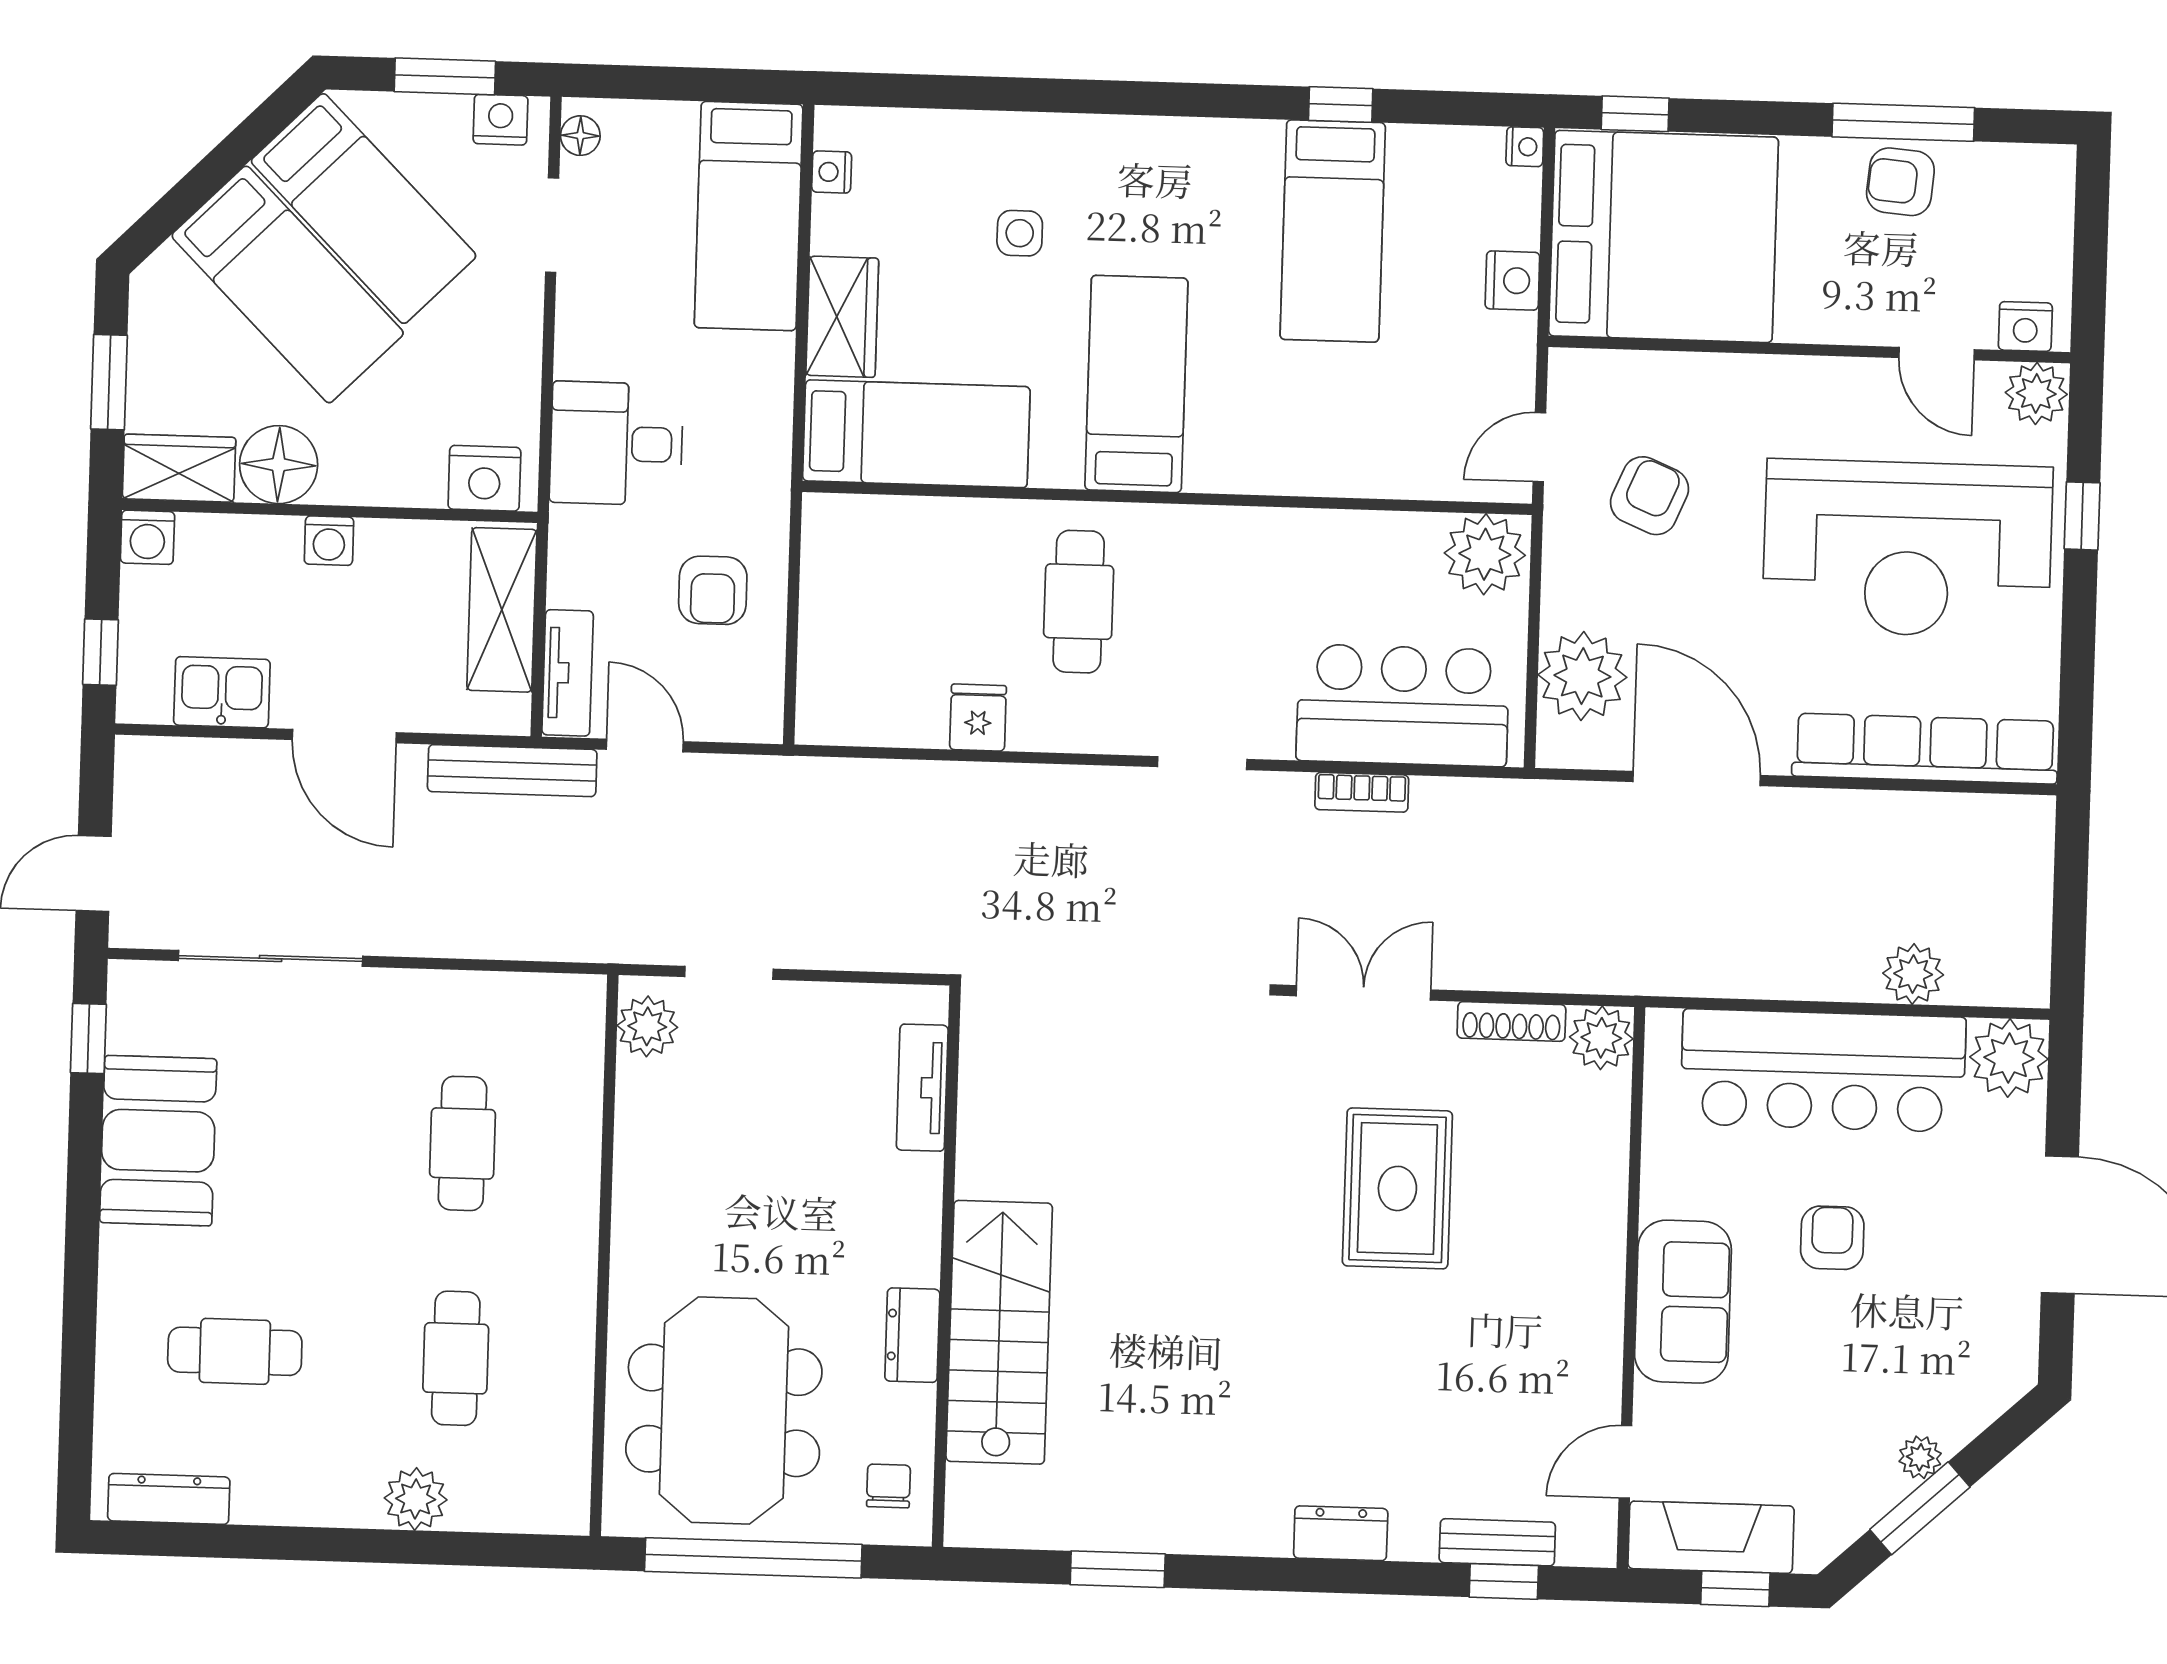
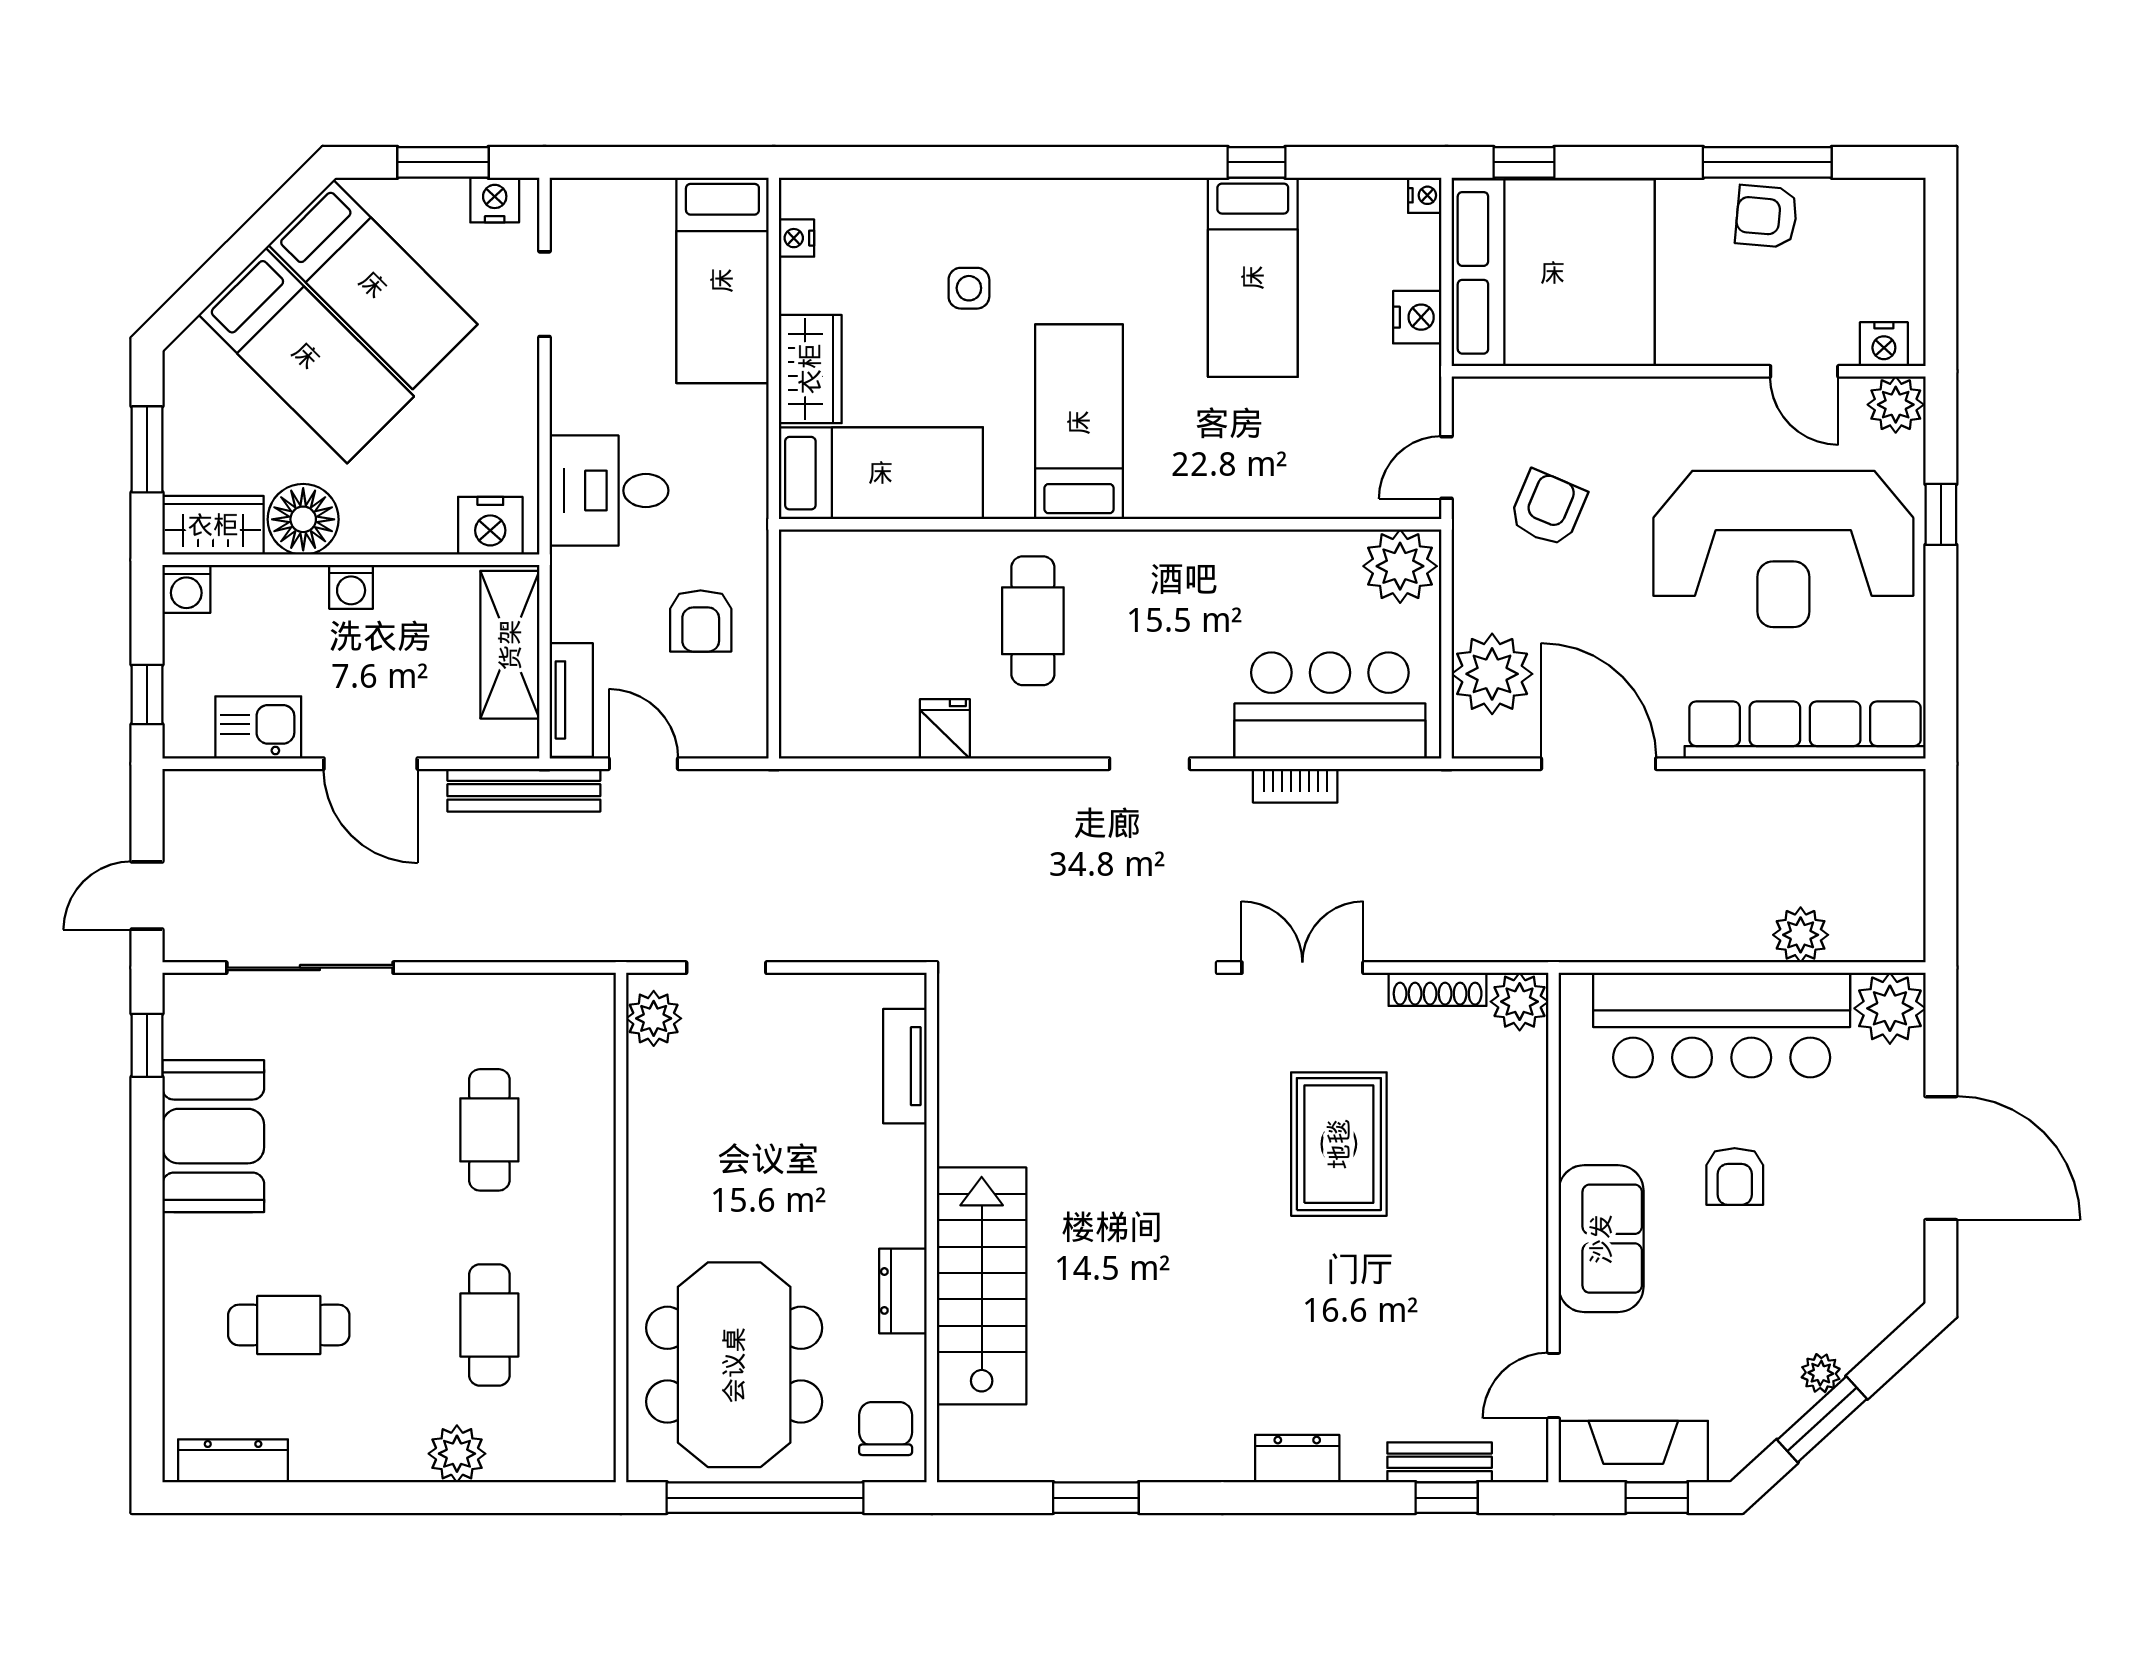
floor lamp: (580, 136) -> (568, 212), removed
armchair: (1832, 1238) -> (1735, 1176), turned 180
chair: (888, 1486) -> (886, 1429), width x1.37, depth x1.37

